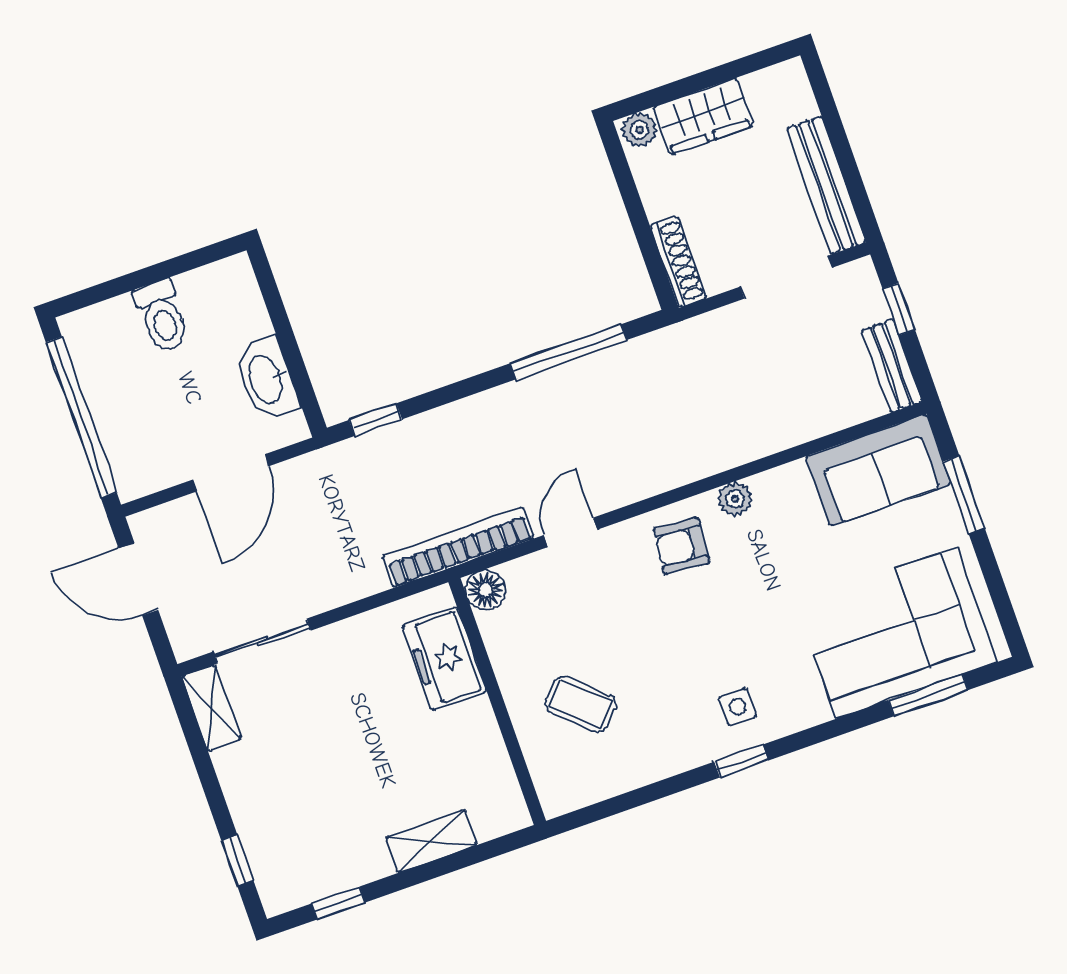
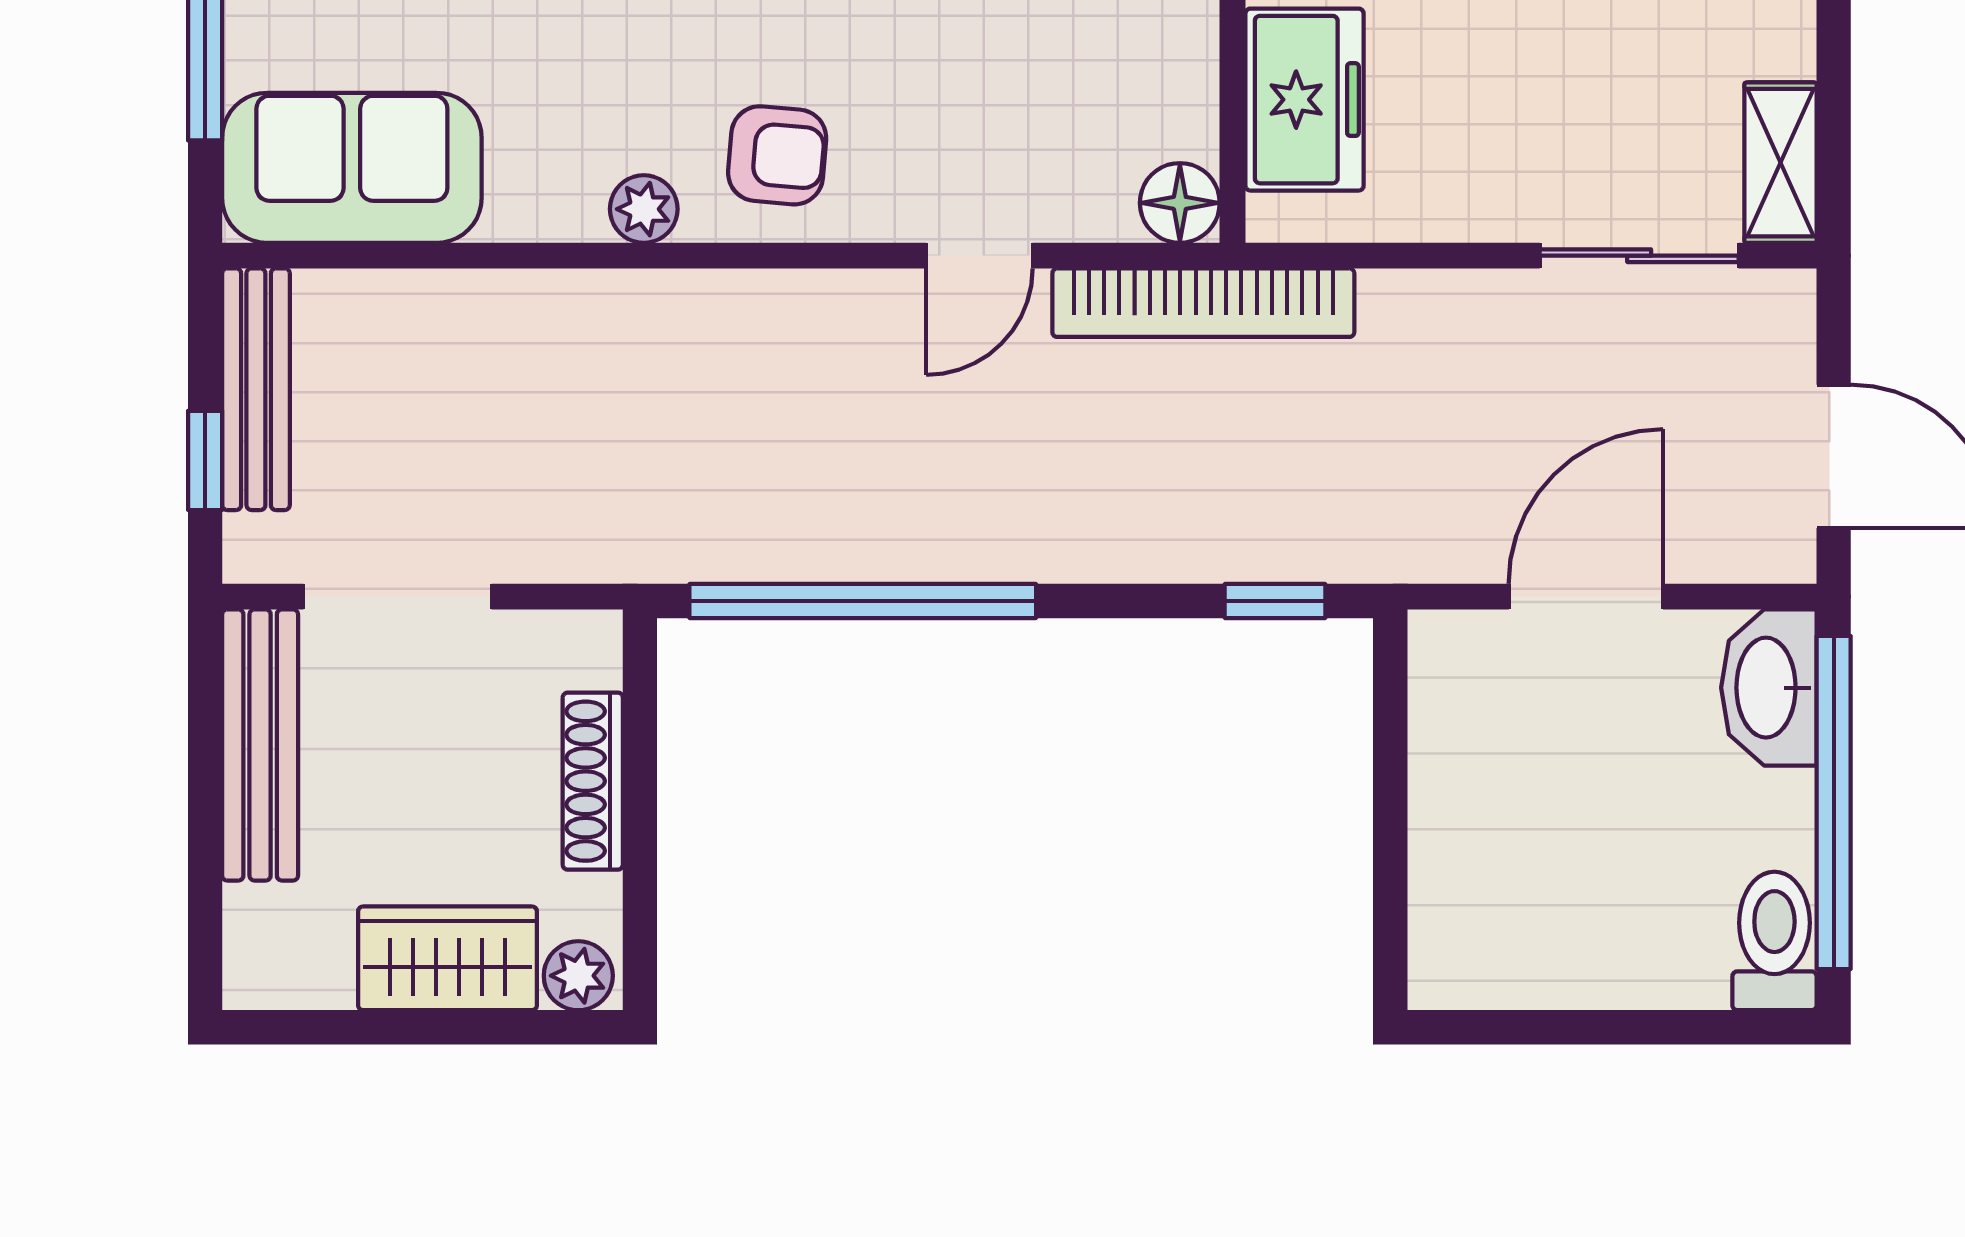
shoe rack: (678, 262) -> (593, 781), moved
toilet: (162, 316) -> (1774, 941), moved
window: (568, 352) -> (863, 601), width x1.46
bench: (892, 366) -> (256, 389), width x1.36
washbasin: (267, 379) -> (1769, 688), moved, turned 180

